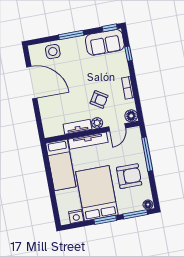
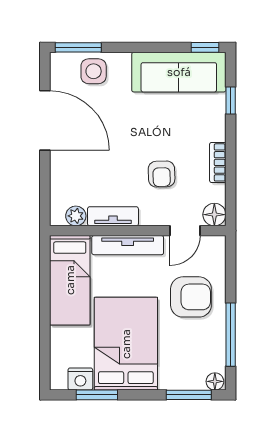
window: (71, 35) -> (78, 47), moved
sofa: (105, 42) -> (179, 72), width x1.36
armchair: (99, 99) -> (162, 174), turned 56
plant: (97, 123) -> (76, 216), moved
window: (147, 154) -> (231, 335), moved
armchair: (129, 176) -> (191, 297), moved
window: (105, 220) -> (97, 395), moved

